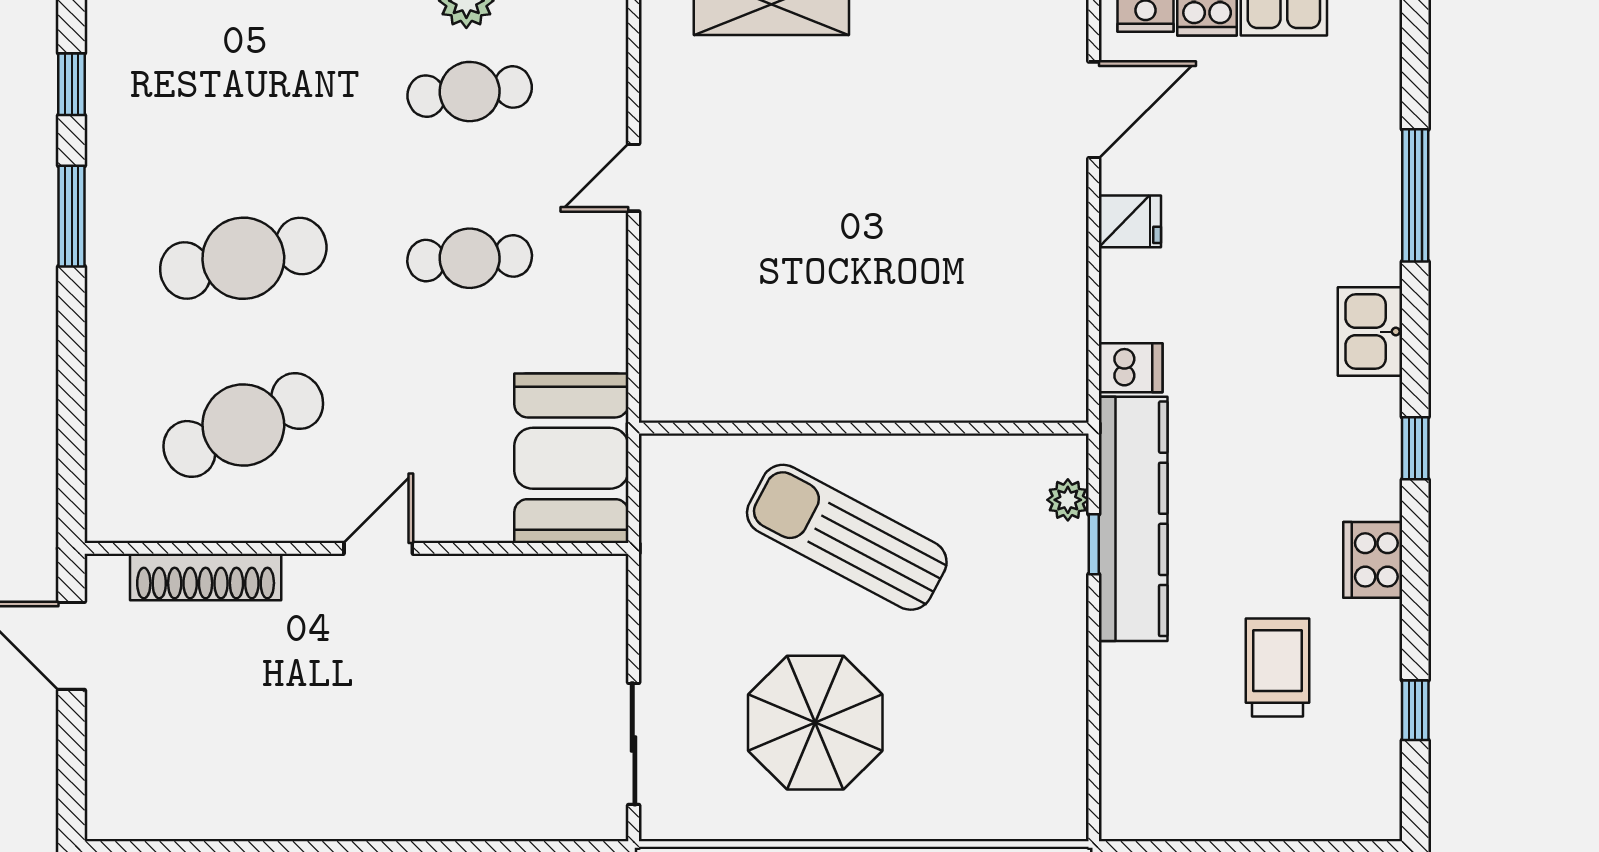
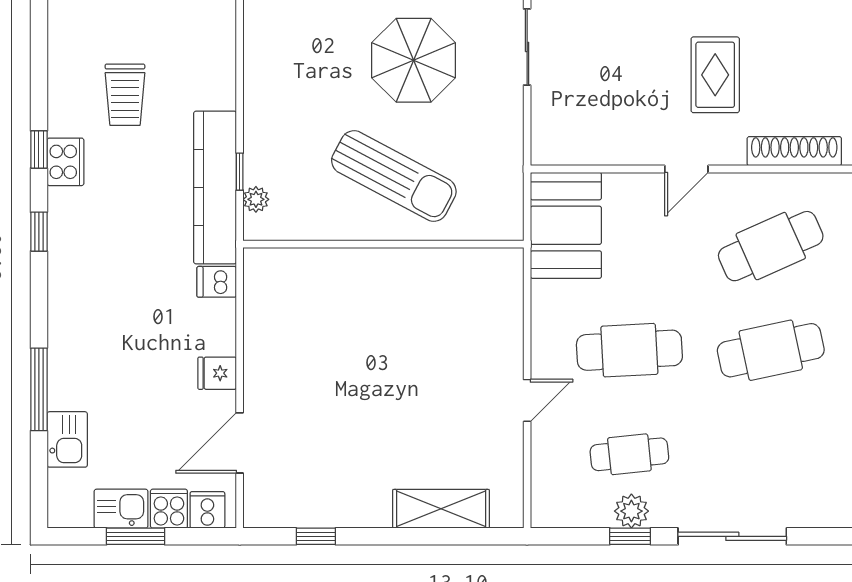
cafe table: (470, 258) -> (629, 350), width x1.37, depth x1.35
kitchen sink: (1370, 332) -> (67, 439), moved
rug: (332, 699) -> (715, 75), added
window: (1415, 710) -> (39, 149), moved

